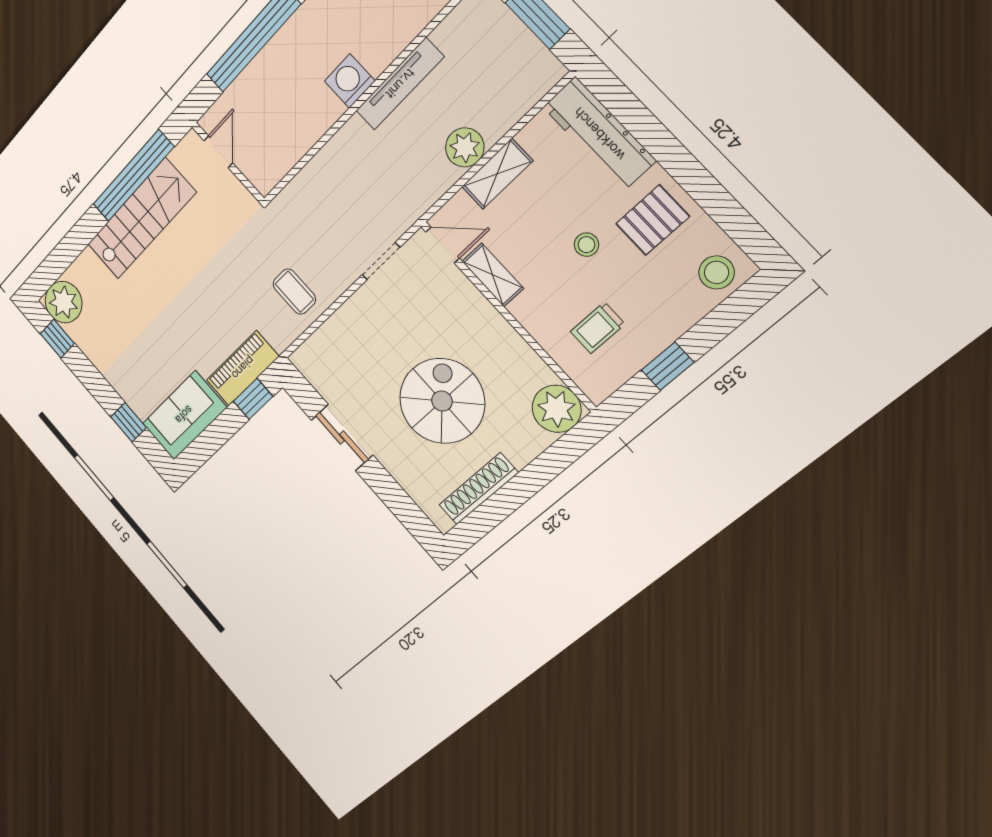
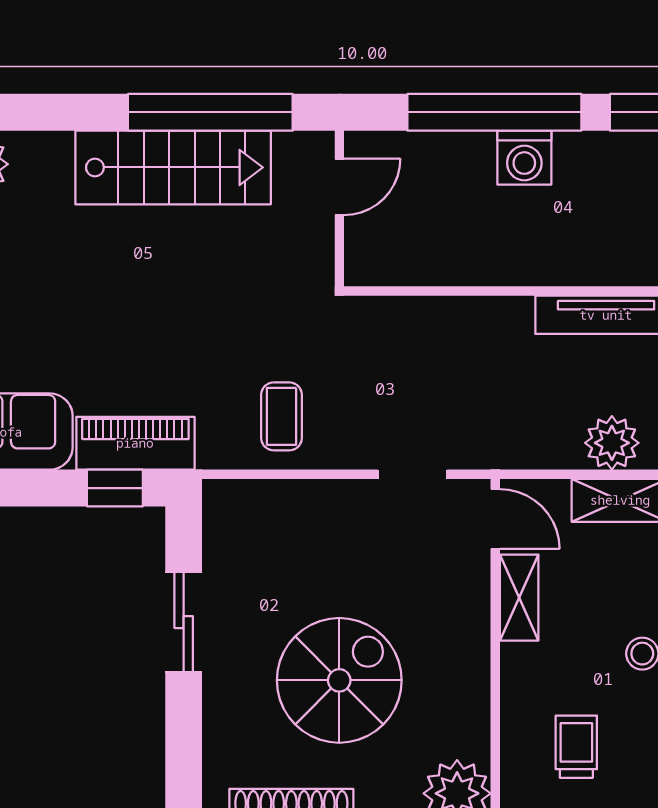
washing machine: (350, 81) -> (524, 158), moved, turned 180
trolley: (598, 328) -> (576, 747), turned 90

